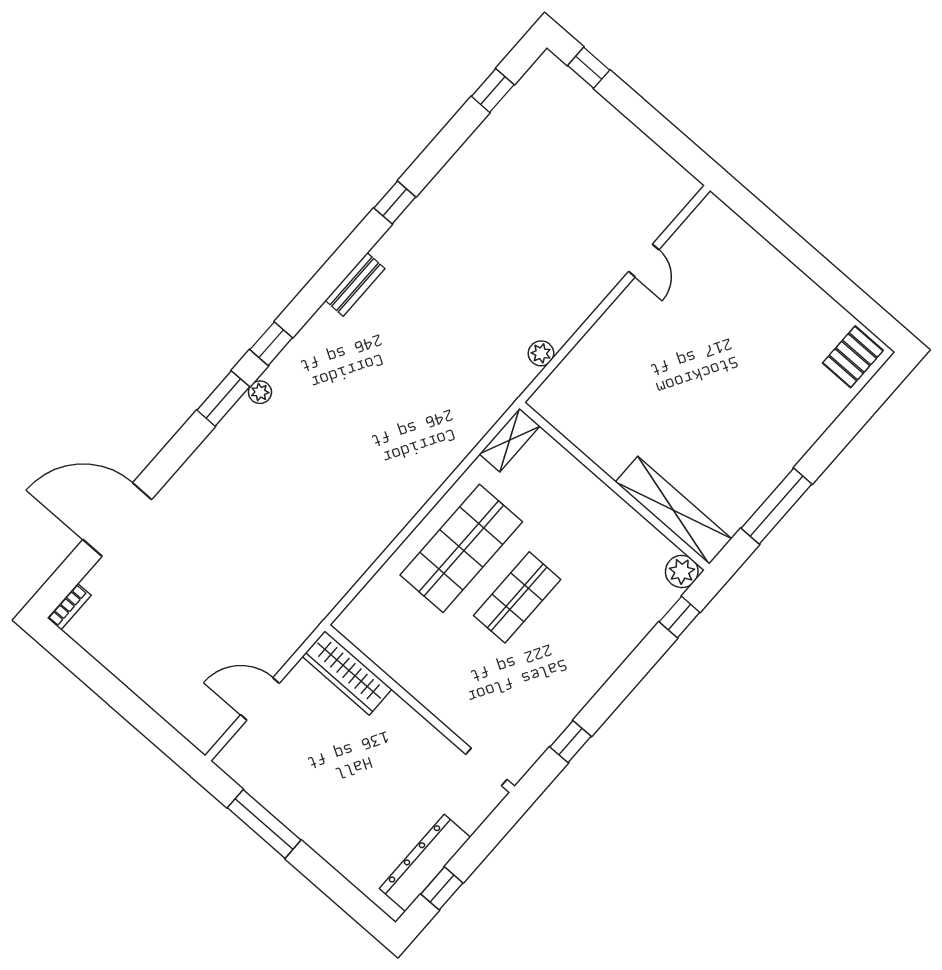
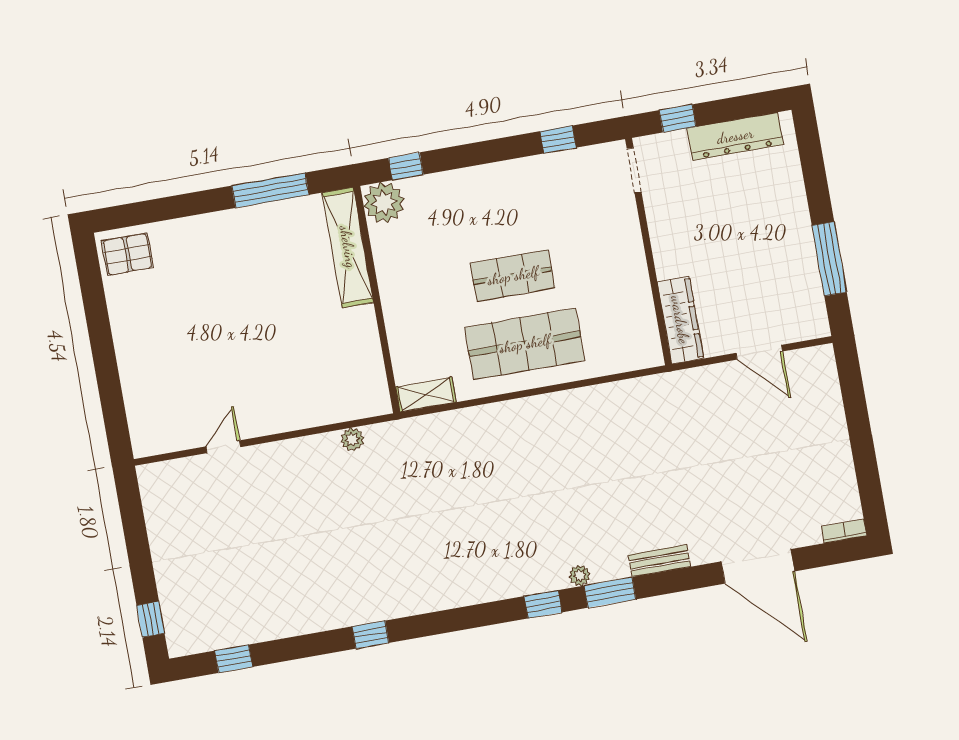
bench: (355, 285) -> (659, 561), moved
plant: (682, 572) -> (384, 203), width x1.36, depth x1.36
window: (442, 888) -> (678, 118), moved

